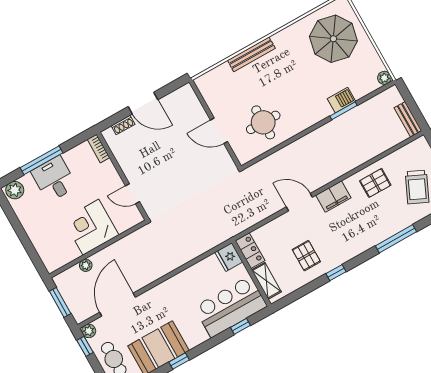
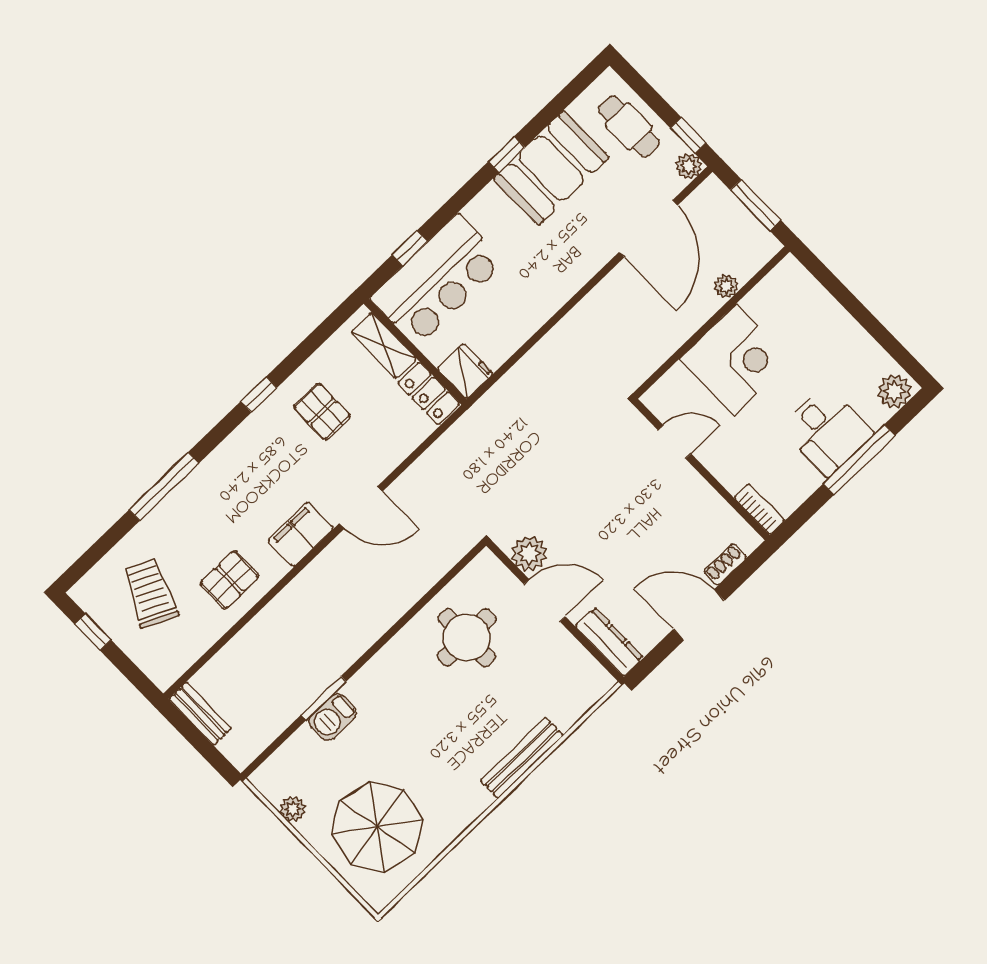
plant: (384, 78) -> (293, 809), moved
dresser: (192, 101) -> (609, 642), added
plant: (221, 157) -> (529, 554), added

